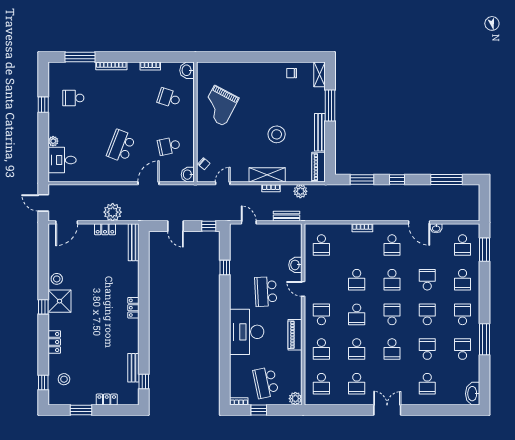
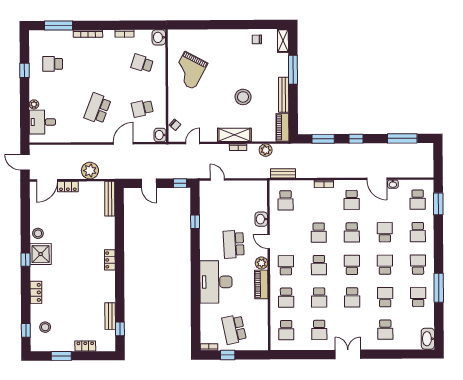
bench: (286, 216) -> (283, 173), moved
locker: (105, 229) -> (68, 187), moved
plant: (295, 399) -> (261, 263), moved

